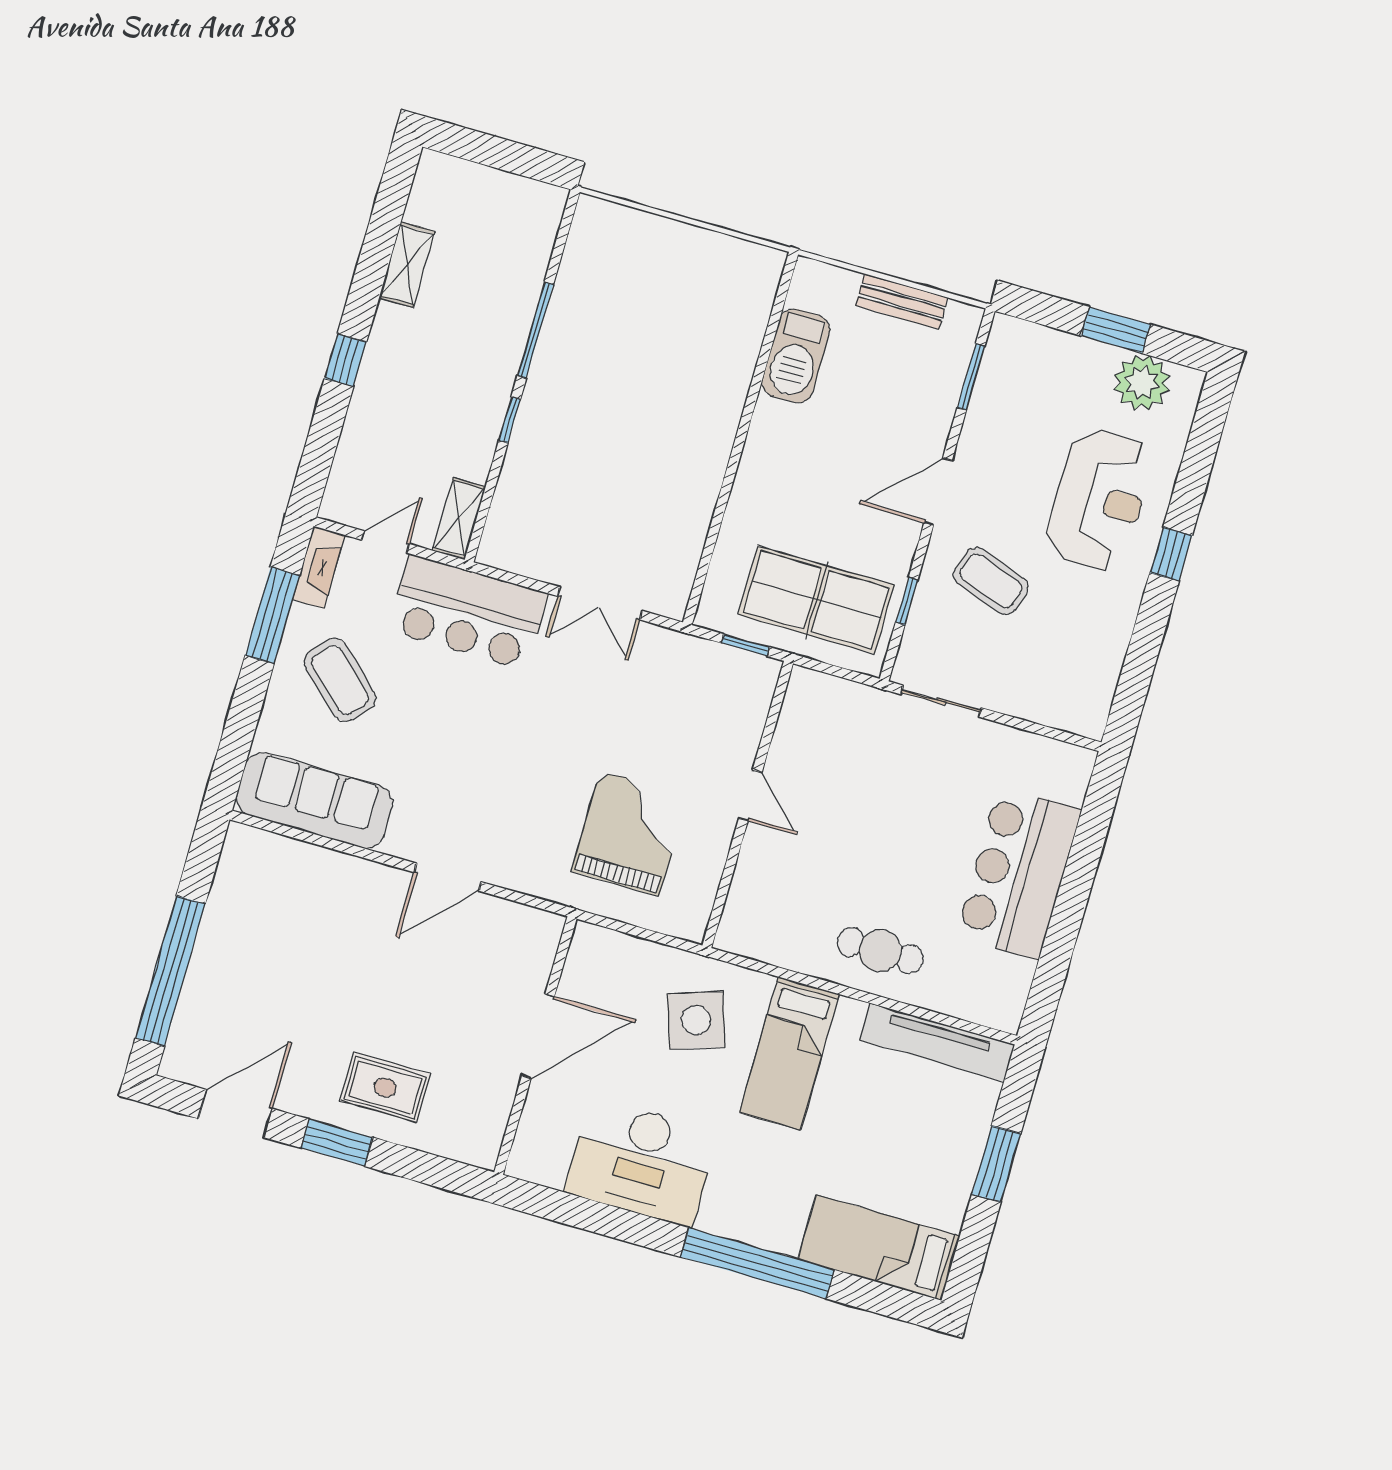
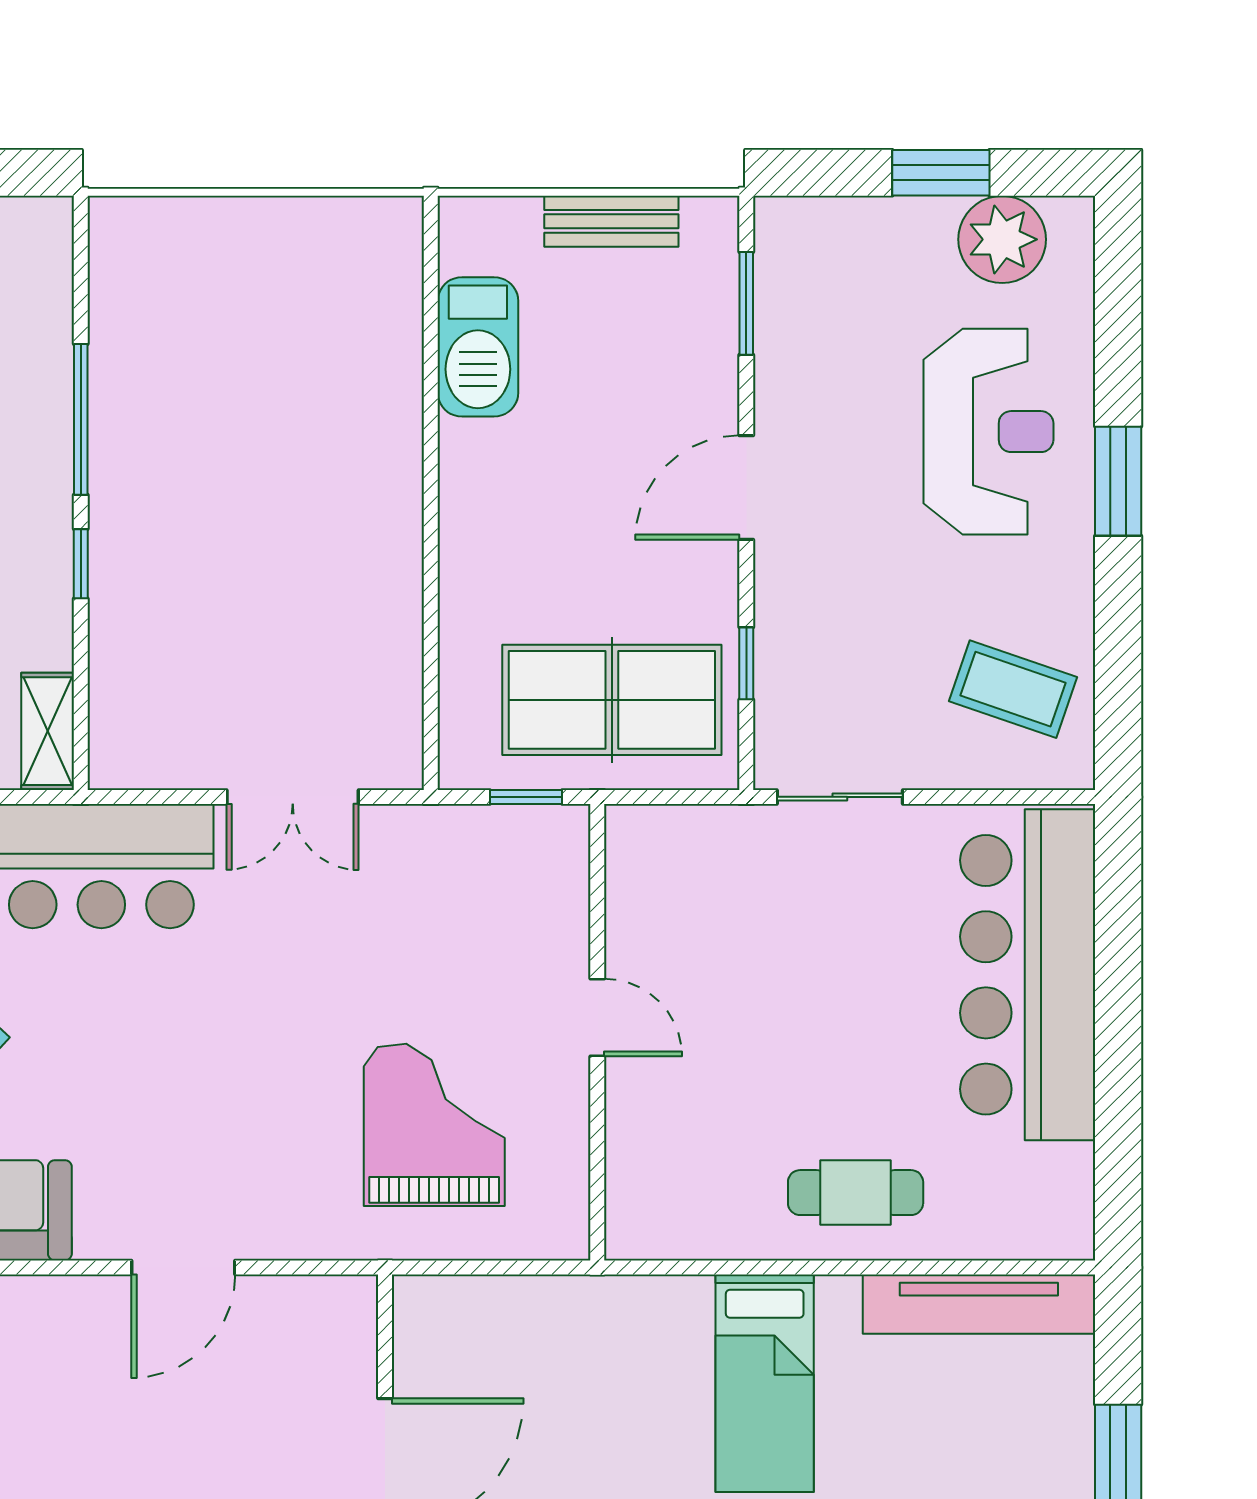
window: (1171, 554) -> (1118, 481), width x1.50
coffee table: (991, 581) -> (1013, 689), moved
bar counter: (1019, 873) -> (1028, 975), width x1.36
side table: (696, 1020) -> (612, 1374), removed

